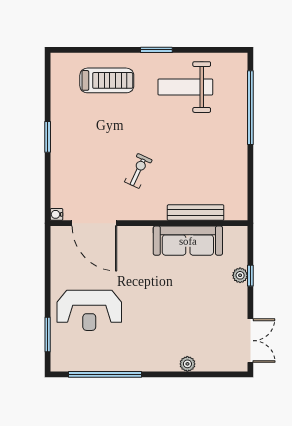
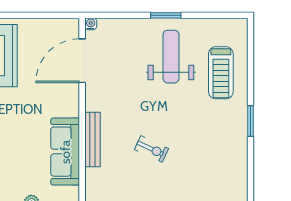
weight bench: (185, 87) -> (171, 57), moved
exercise bike: (138, 171) -> (152, 149), moved
bench: (196, 213) -> (92, 140), moved

